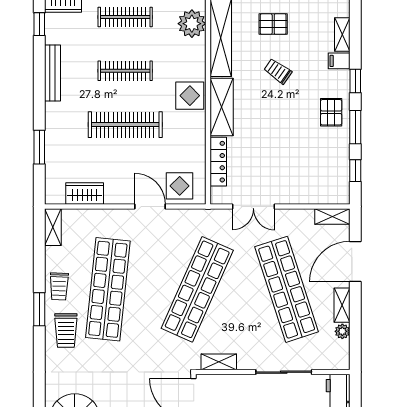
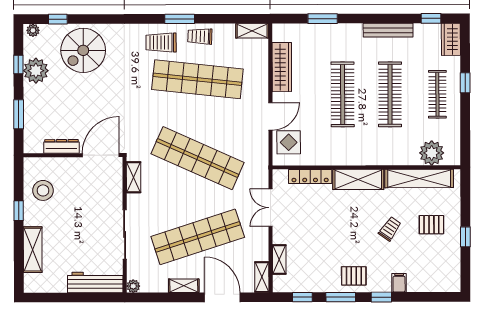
pallet: (273, 24) -> (431, 225), turned 90
shelving: (342, 35) -> (279, 259), moved, turned 90
clothes rail: (125, 71) -> (390, 94), width x1.37, depth x1.31
display table: (190, 96) -> (368, 151), removed
wardrobe: (85, 194) -> (282, 67), width x1.50
plant: (342, 331) -> (133, 286), moved

